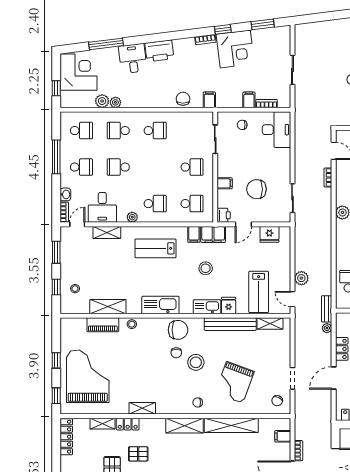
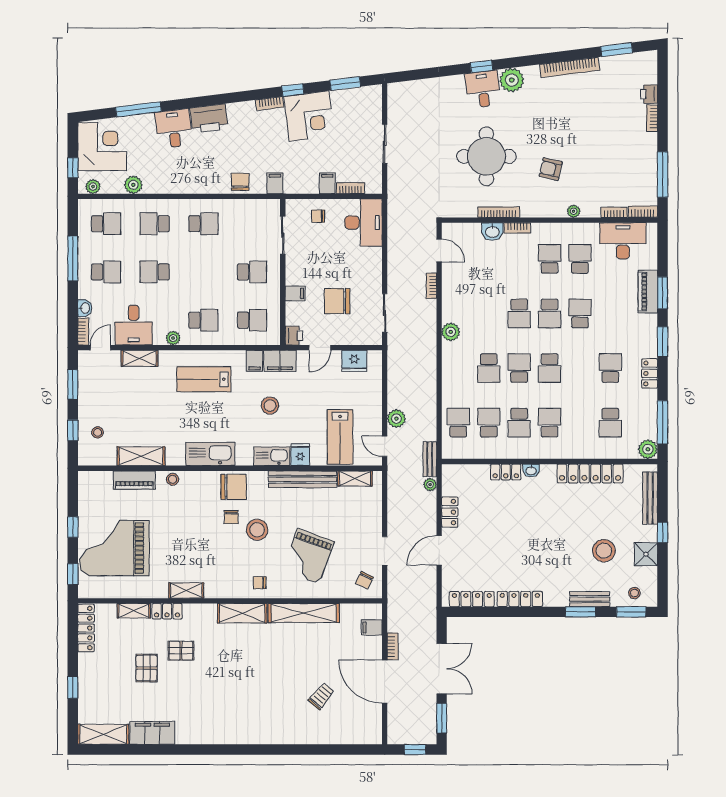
plant: (115, 102) -> (93, 187), moved
grand piano: (88, 376) -> (114, 548), turned -90

